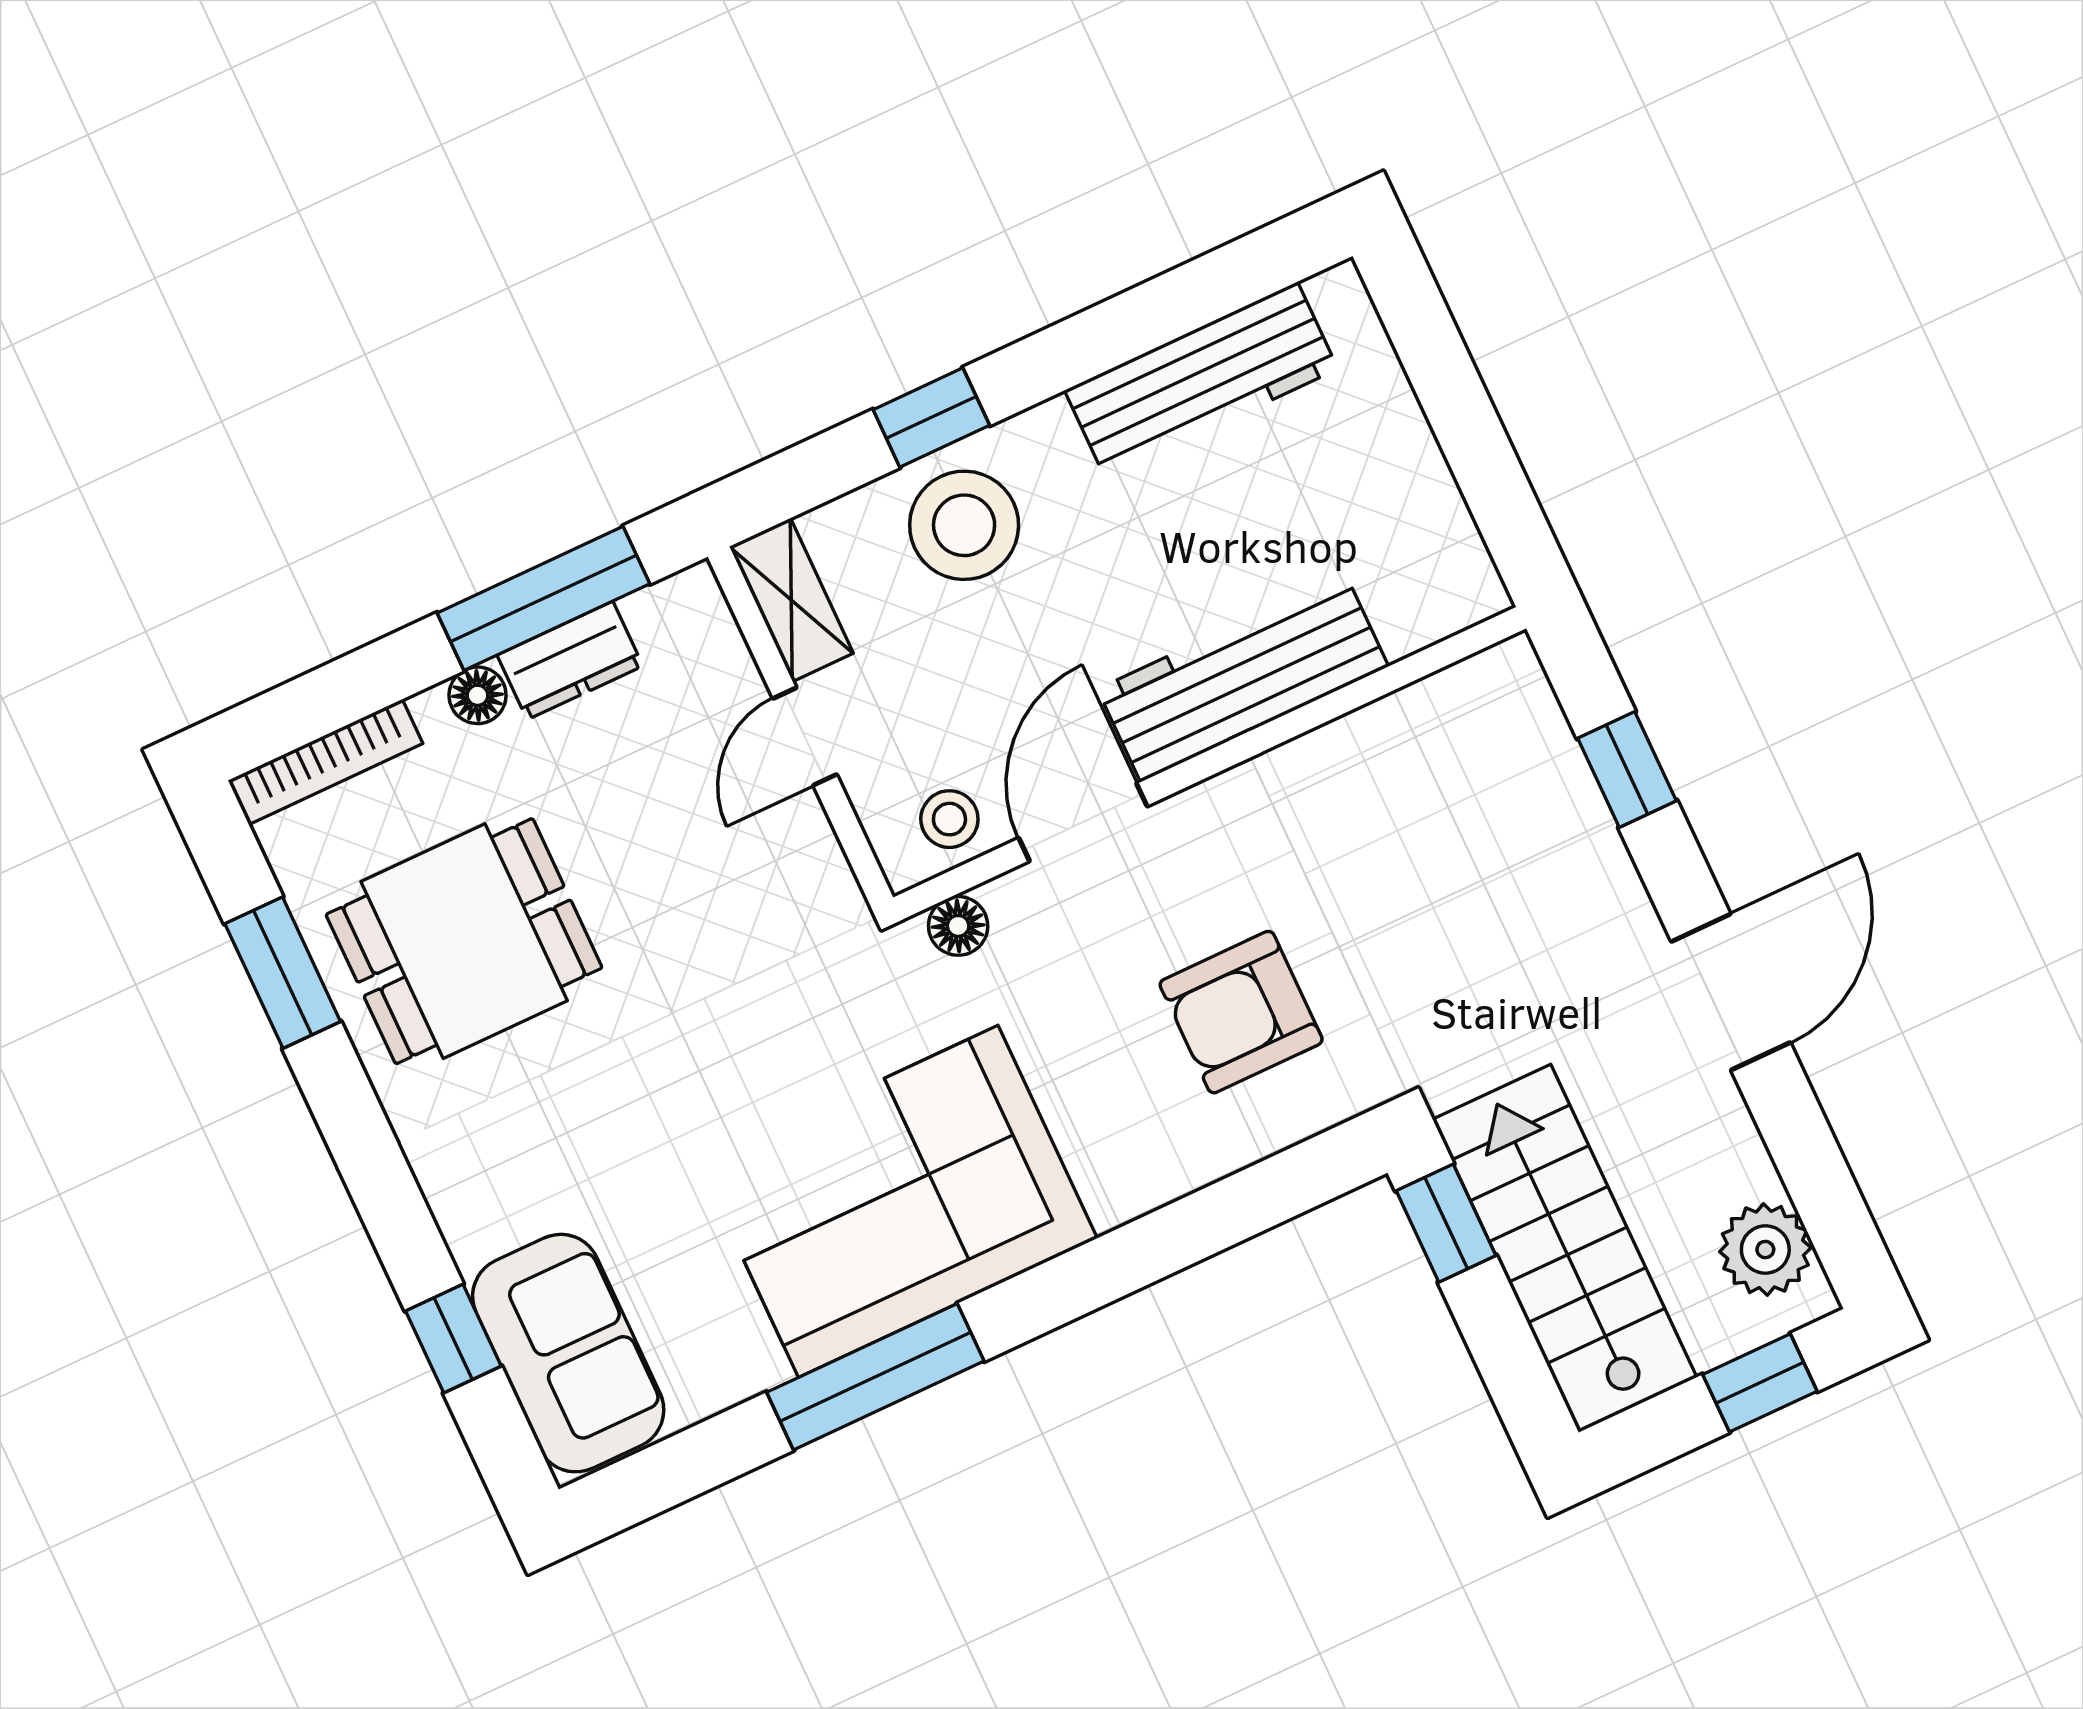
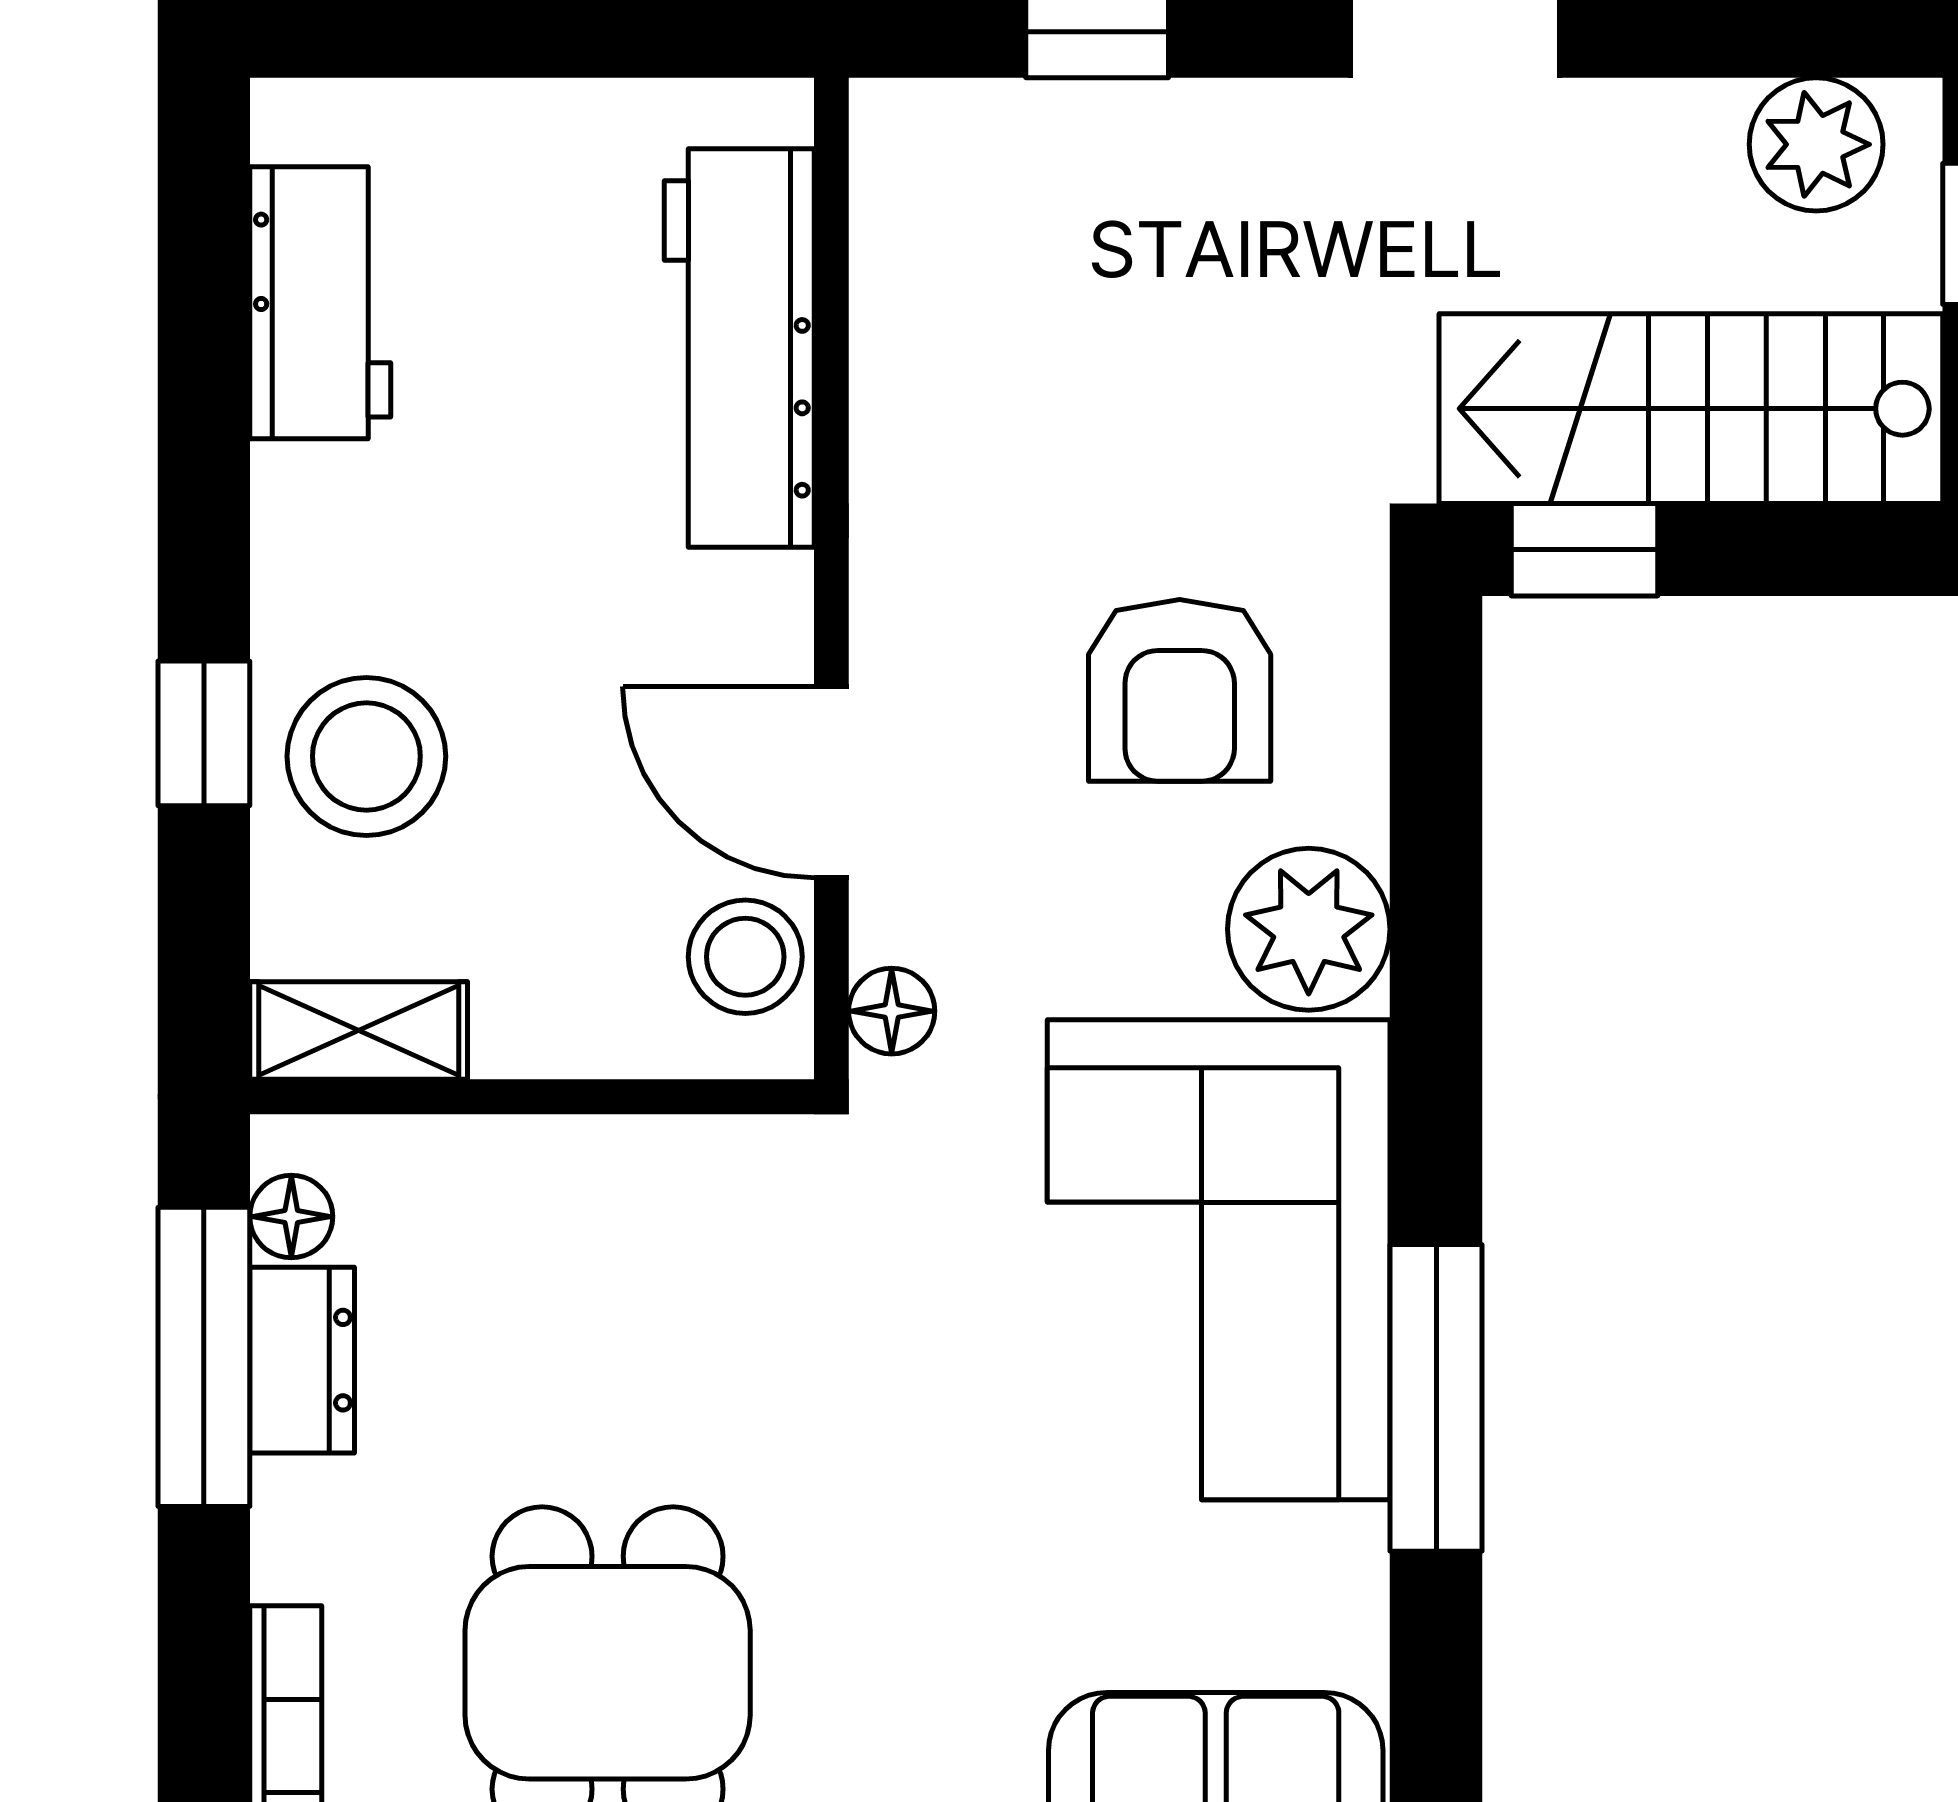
workbench: (1201, 380) -> (320, 303), width x0.73
workbench: (1243, 678) -> (739, 348), moved
floor lamp: (478, 695) -> (291, 1217), moved
door: (805, 736) -> (547, 1097), removed
stool: (949, 819) -> (745, 957), width x1.37, depth x1.37
plant: (1130, 1162) -> (1309, 929), added

